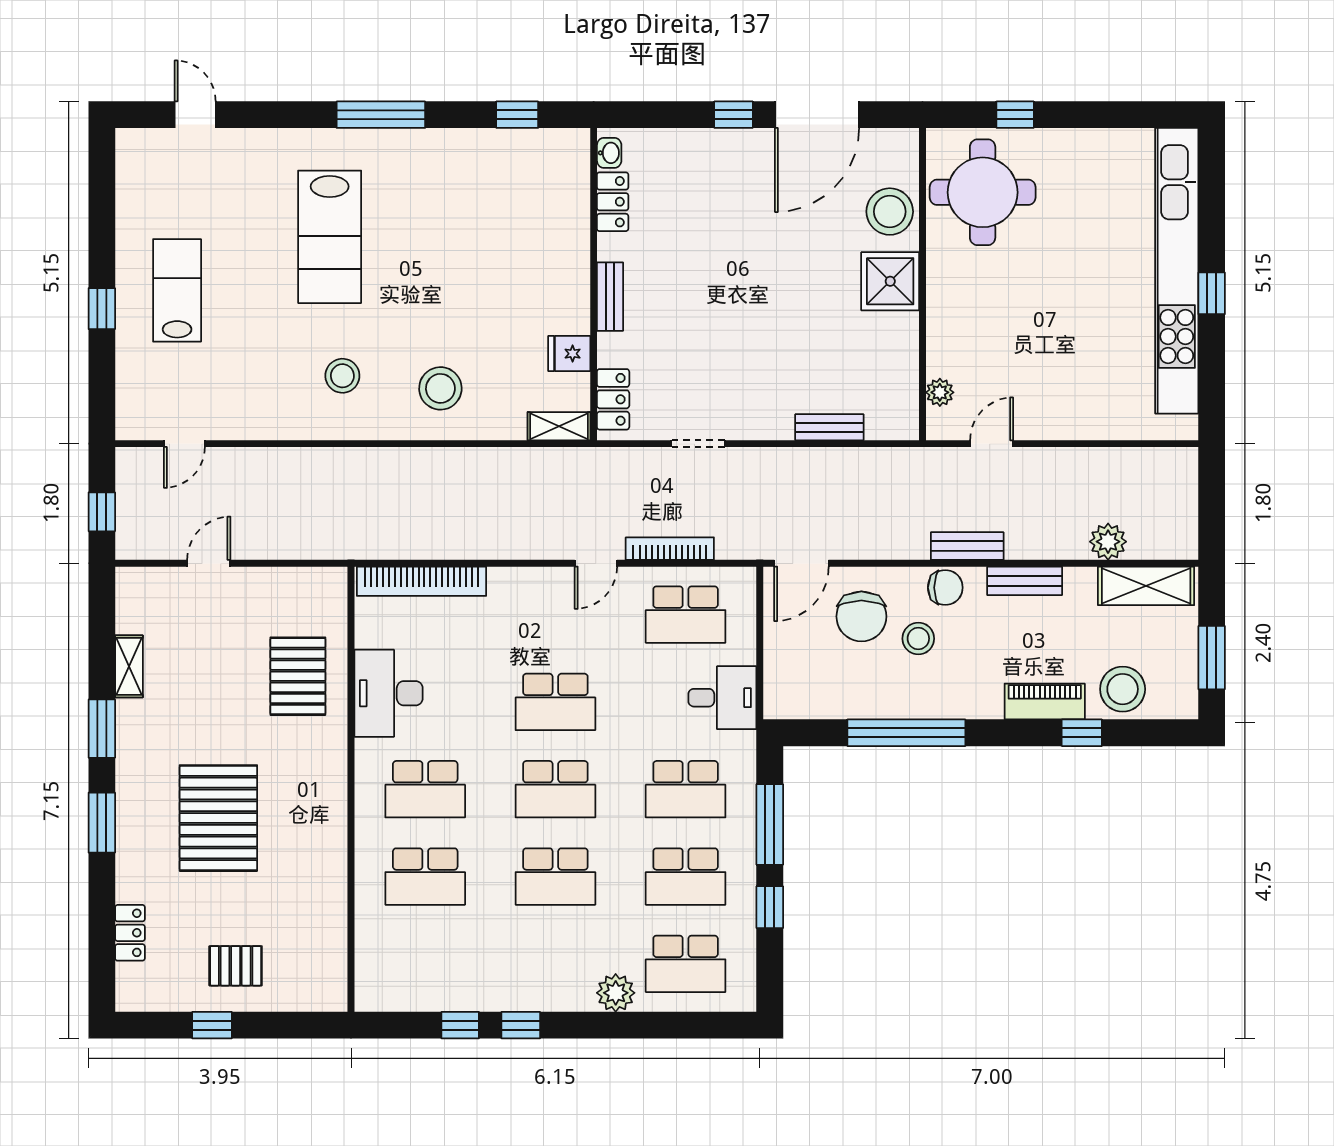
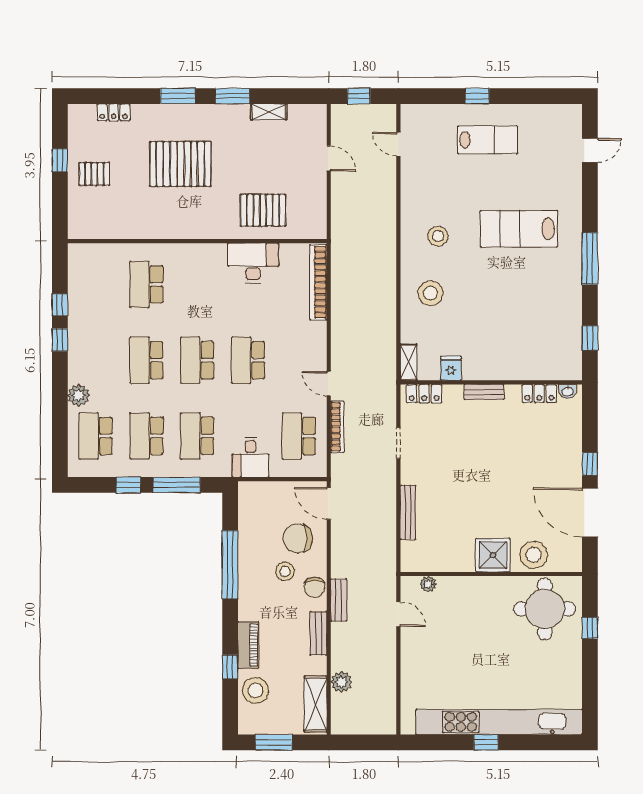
bench: (829, 427) -> (408, 512), width x1.36
school desk: (425, 789) -> (197, 284), removed
pallet: (236, 966) -> (94, 174), turned 90

